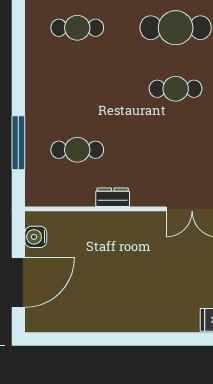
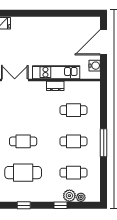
cafe table: (77, 89) -> (73, 141), added
window: (18, 143) -> (104, 143), moved
kitchen unit: (111, 224) -> (56, 72), added

